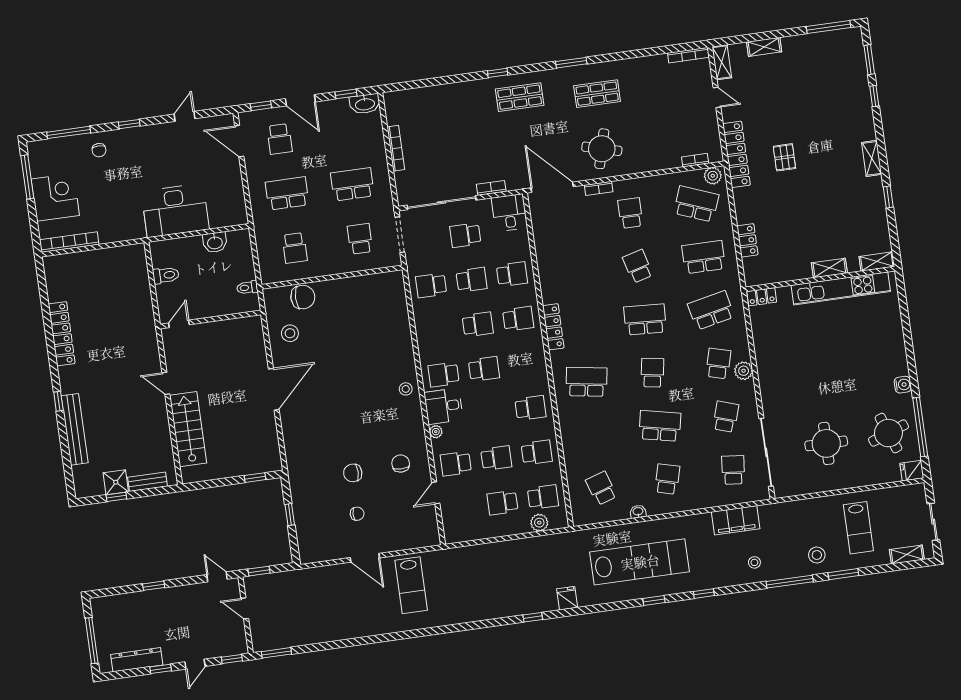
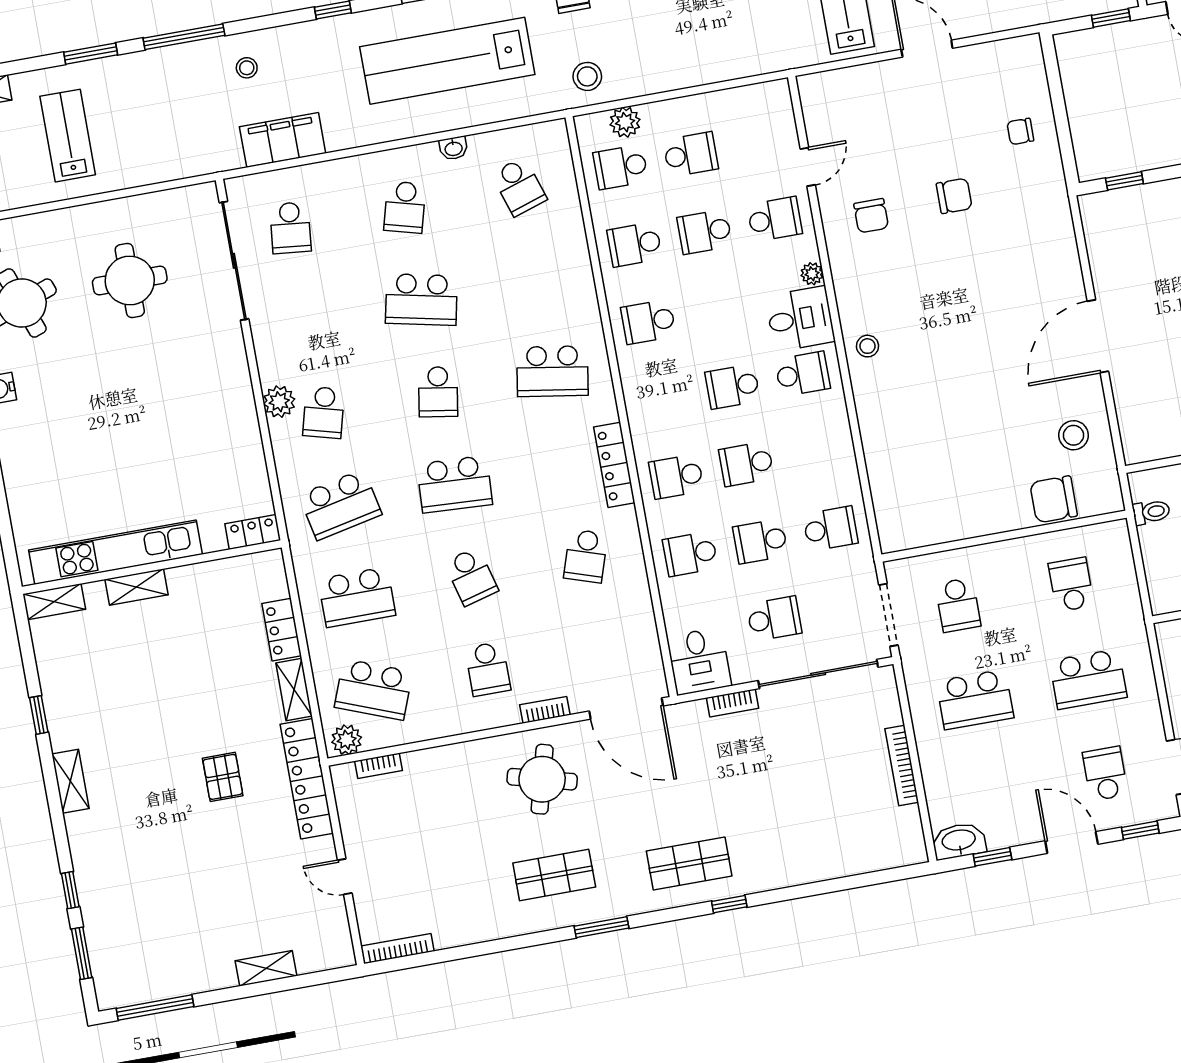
shelving: (722, 62) -> (294, 689), moved
school desk: (726, 417) -> (586, 556), moved
chair: (357, 514) -> (1020, 131), moved
window: (290, 515) -> (1061, 119), removed
stool: (817, 555) -> (587, 76), moved

